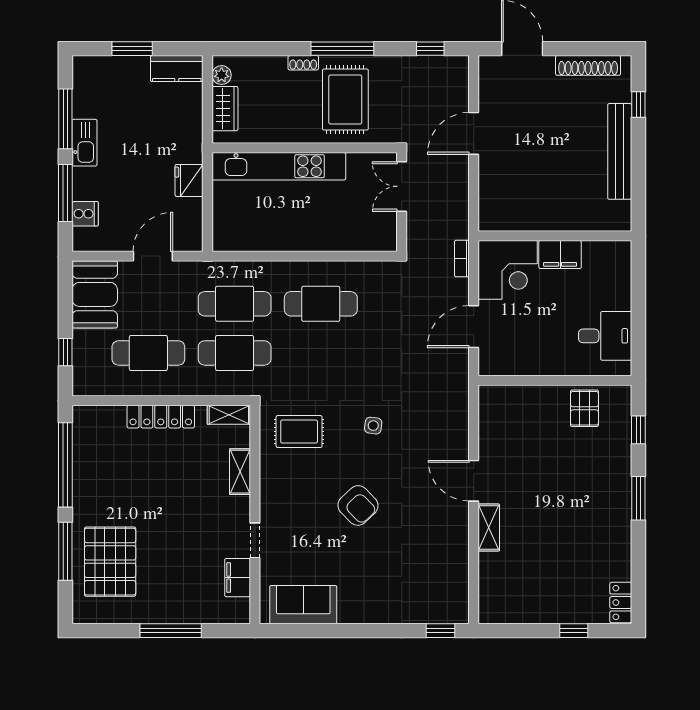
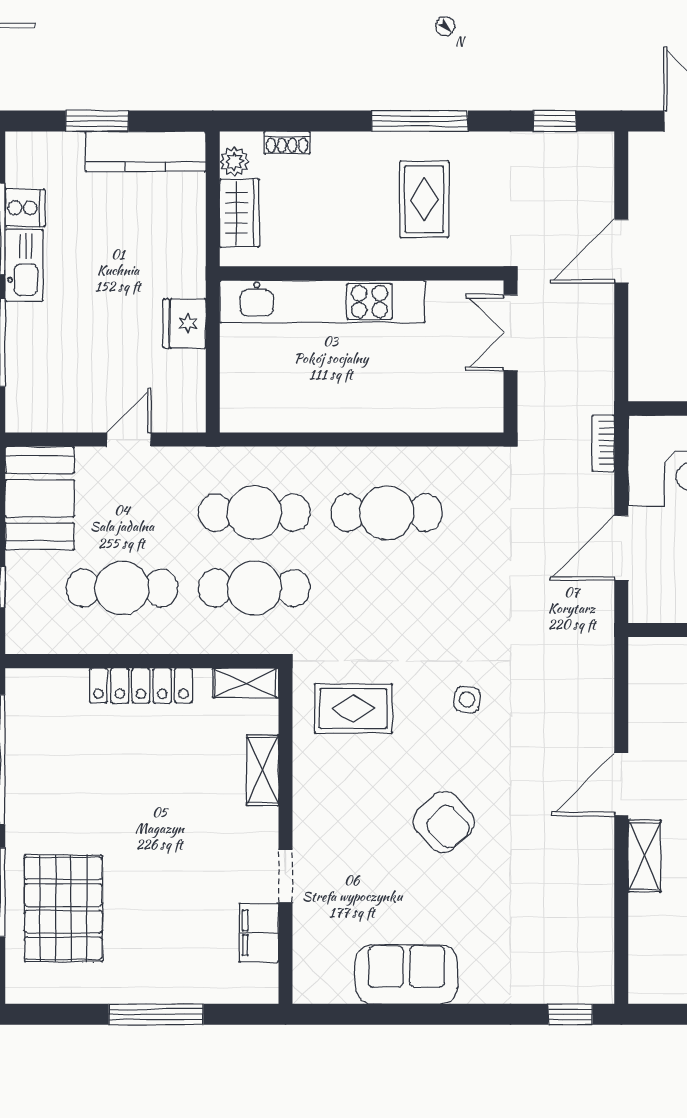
shoe rack: (303, 63) -> (287, 143), moved
kitchen counter: (177, 69) -> (146, 152), width x1.50
rug: (345, 99) -> (424, 199), width x0.73, depth x0.70
cooker: (85, 214) -> (25, 208), moved
door: (153, 256) -> (129, 440), width x0.73
door: (474, 481) -> (621, 784), hinge flipped
sofa: (303, 605) -> (406, 974), moved

